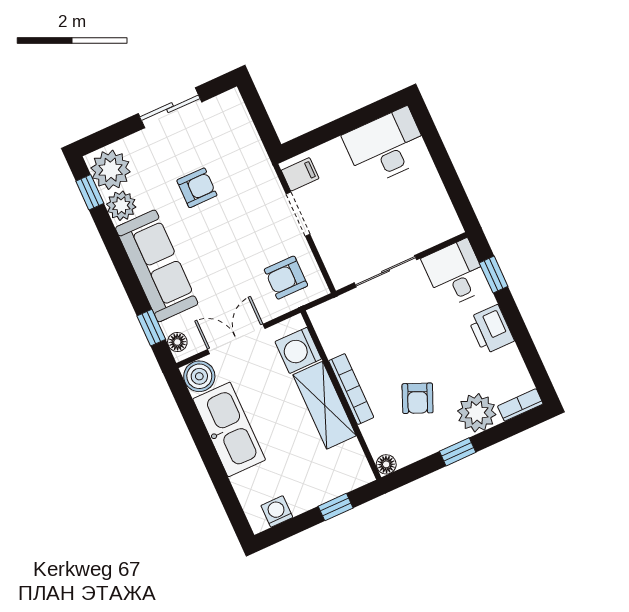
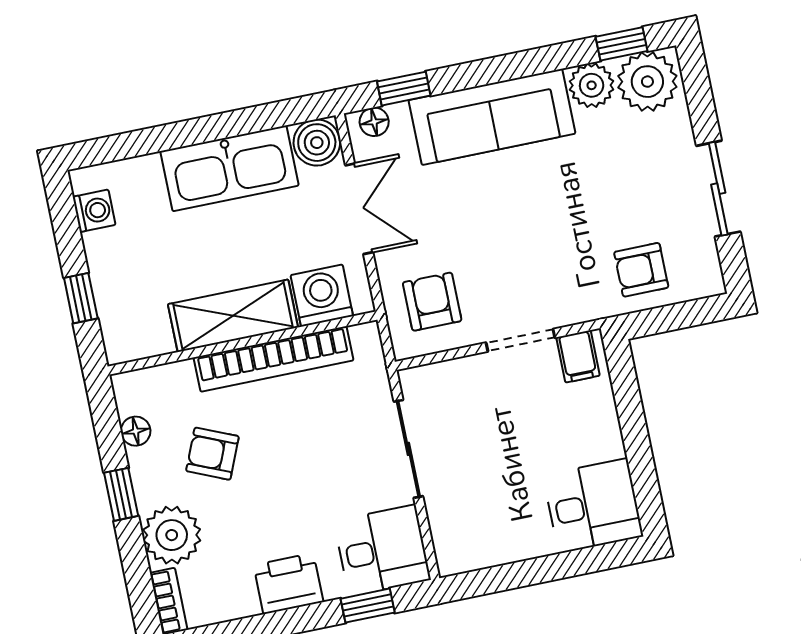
desk: (386, 147) -> (593, 506), width x0.73
armchair: (197, 188) -> (641, 270), moved, turned 90
bookcase: (351, 389) -> (273, 359), width x1.48, depth x1.31
floor lamp: (386, 464) -> (136, 431), moved

